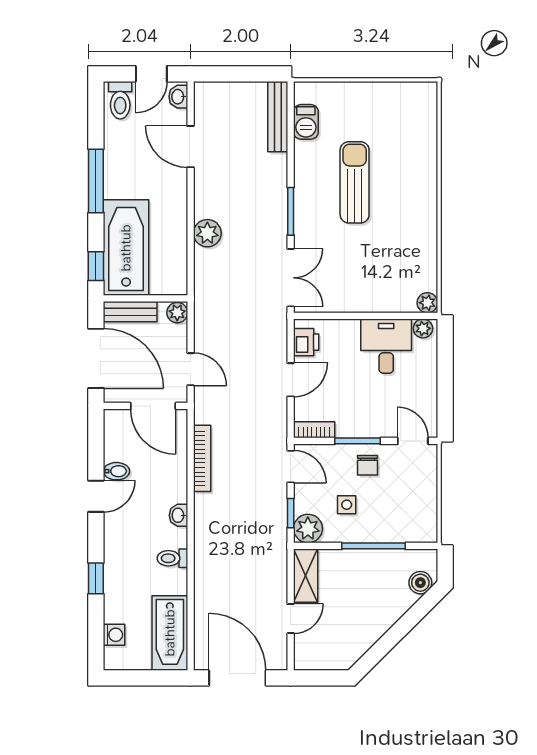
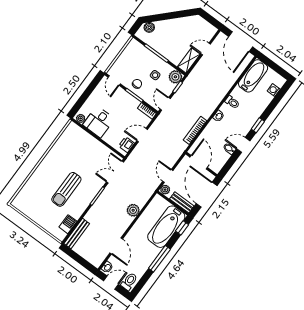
plant: (427, 303) -> (72, 127), removed
door: (191, 369) -> (168, 176), moved
window: (96, 578) -> (258, 125), moved

